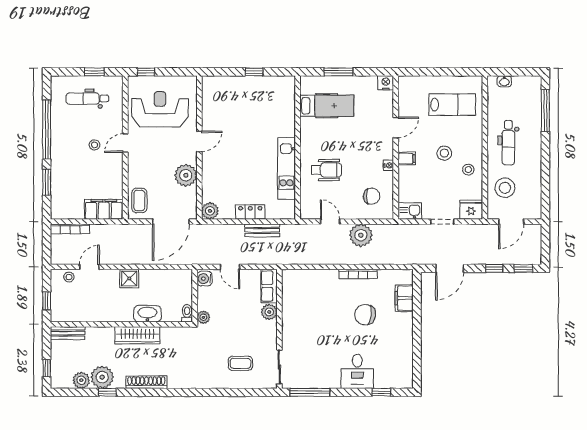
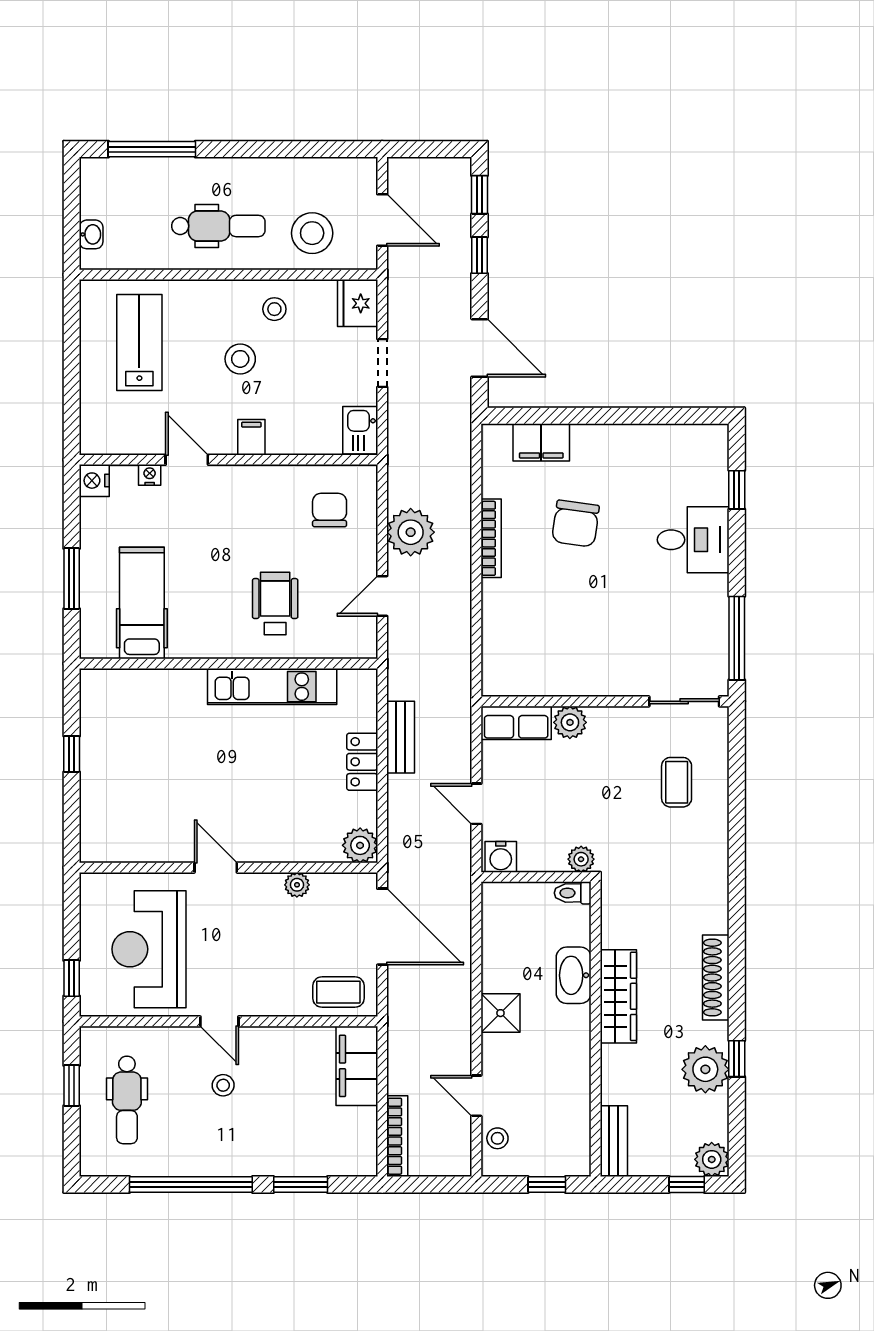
nightstand: (388, 165) -> (150, 475), moved
plant: (186, 175) -> (297, 885), width x0.53, depth x0.53
door: (230, 267) -> (476, 804), swing flipped
plant: (81, 380) -> (712, 1159), moved

